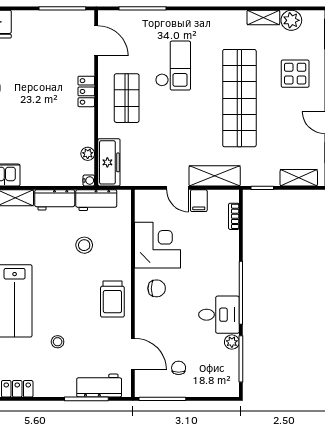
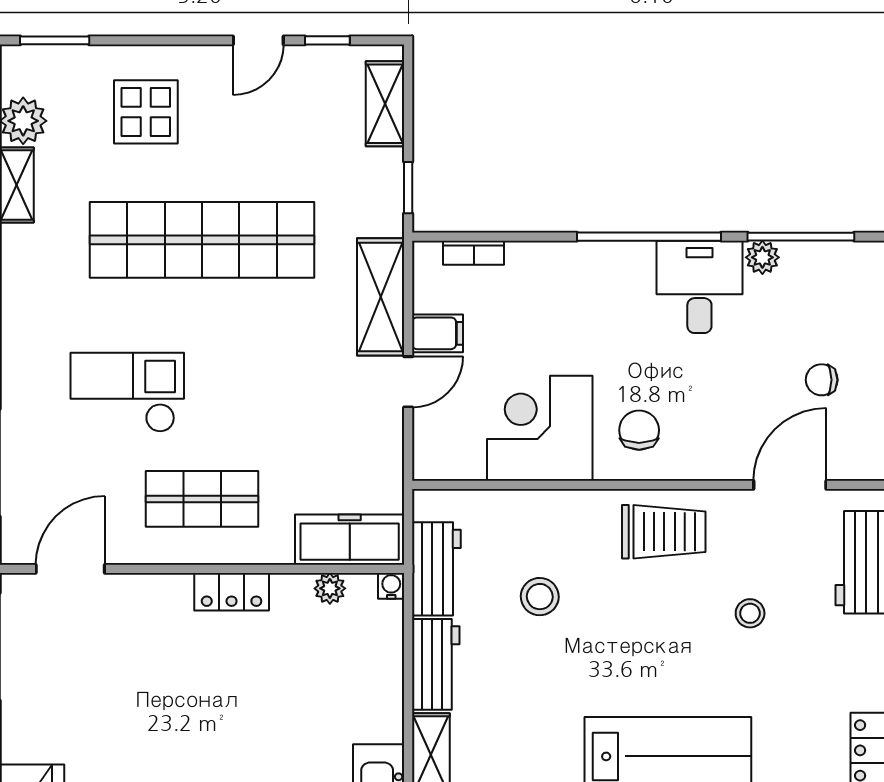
locker: (86, 91) -> (232, 592), moved
stool: (58, 342) -> (750, 613), moved

